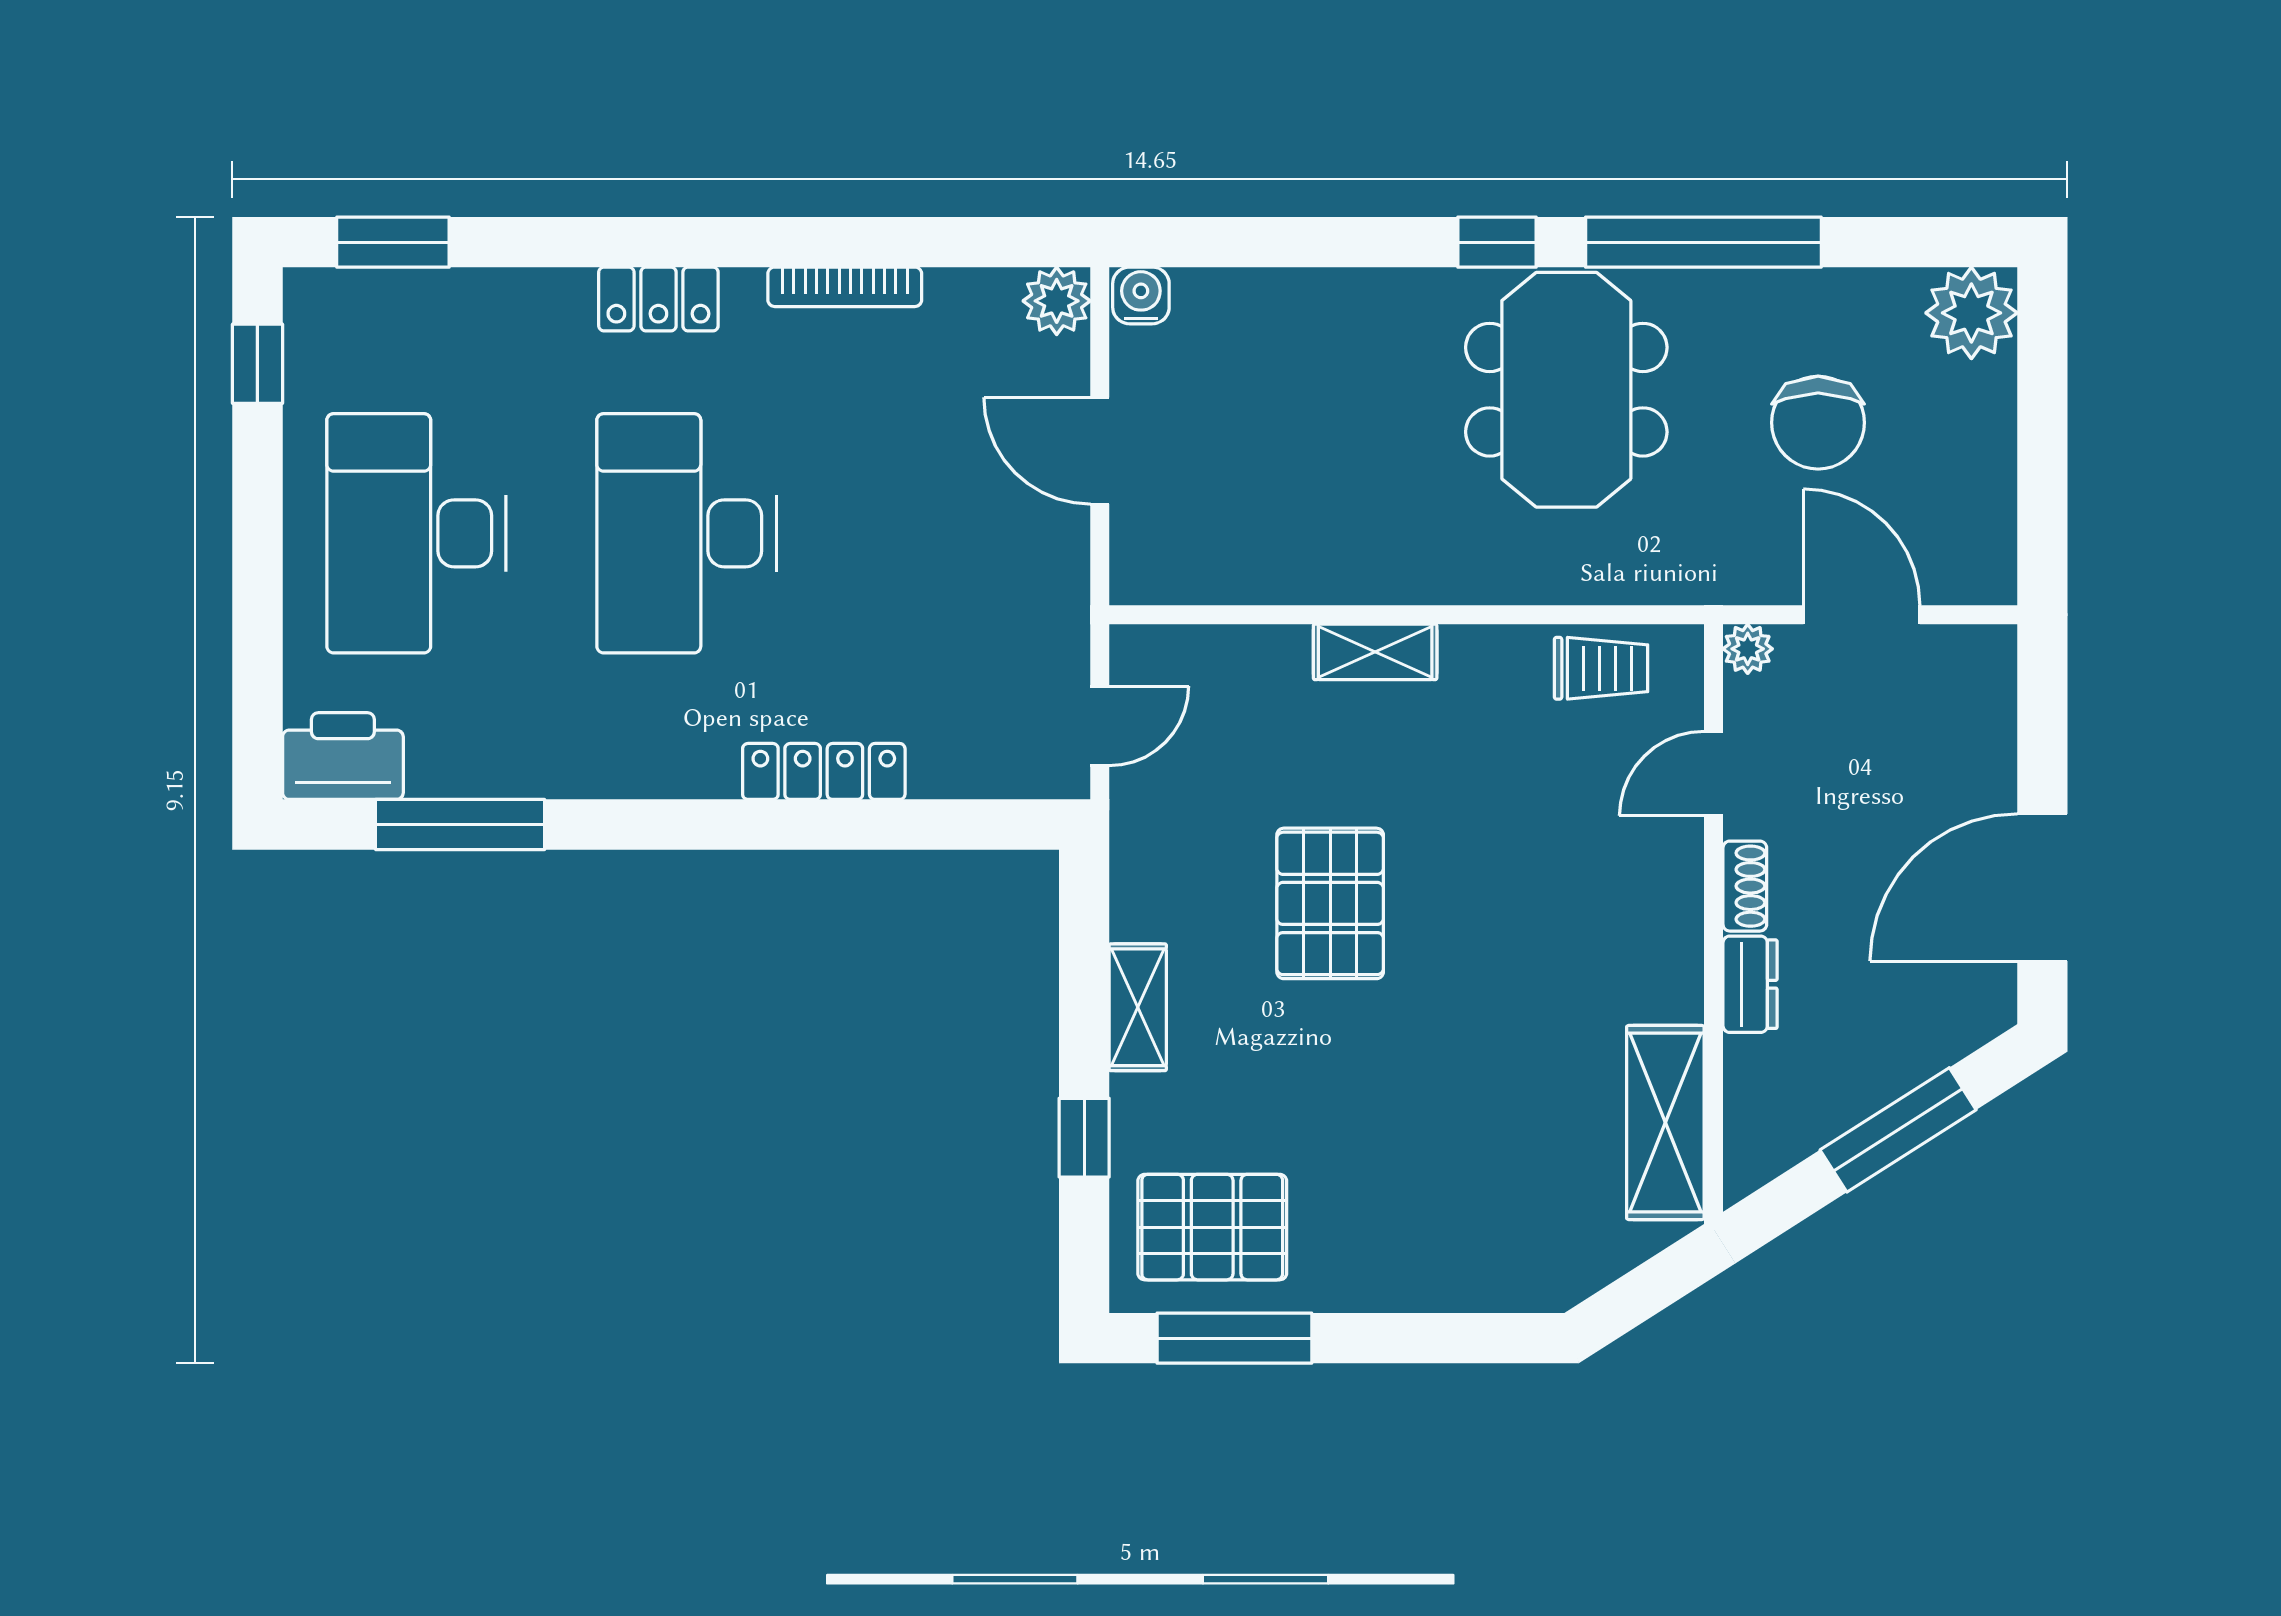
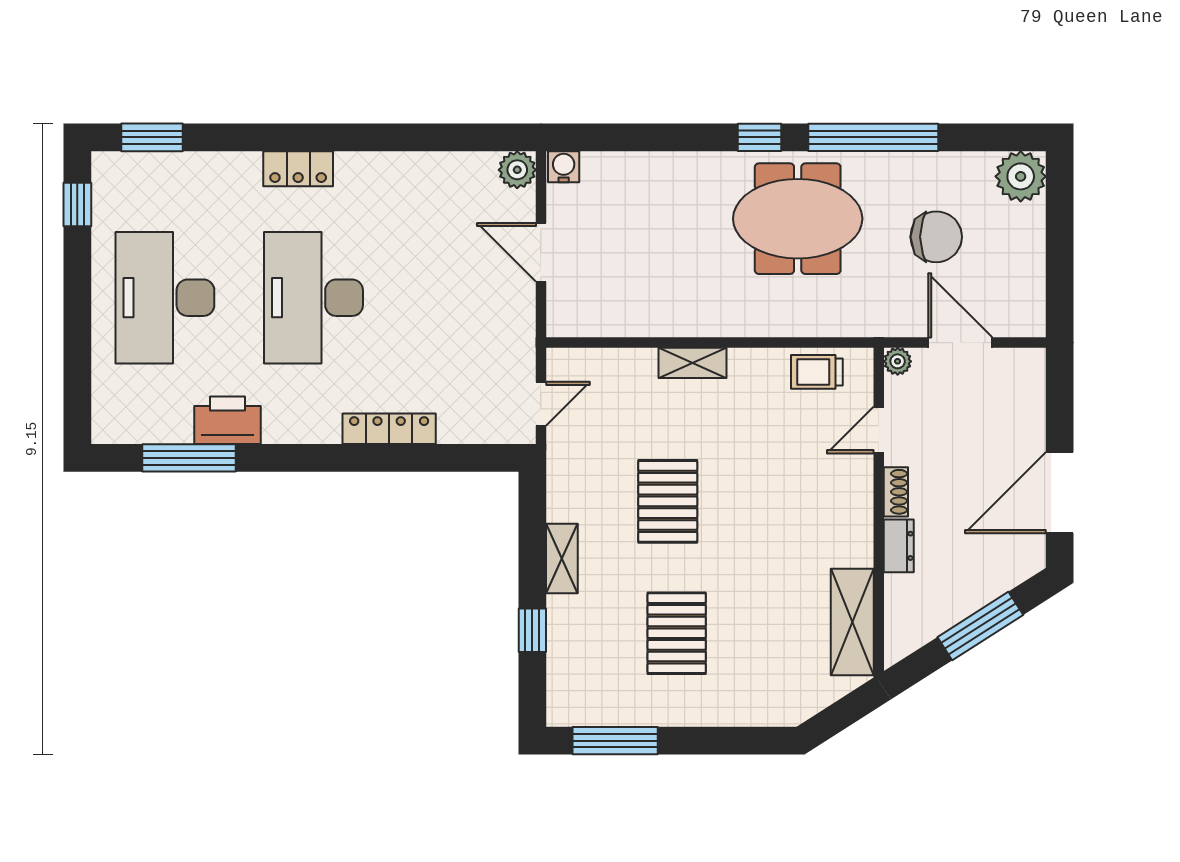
bookcase: (845, 287) -> (401, 162), removed
meeting table: (1566, 390) -> (798, 219), turned 90
chair: (1818, 423) -> (936, 237), turned -90
trolley: (1601, 668) -> (817, 372), turned 180
printer: (343, 756) -> (227, 420), moved
pallet: (1212, 1227) -> (677, 633), moved, turned 90

